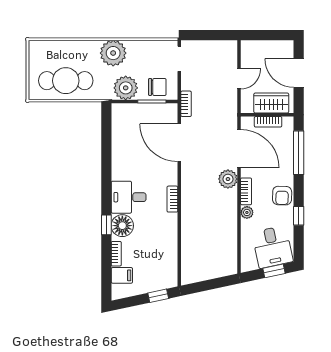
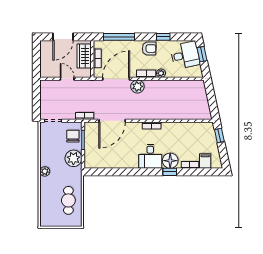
plant: (113, 53) -> (45, 171), width x0.53, depth x0.53
cafe table: (66, 81) -> (68, 200), width x0.73, depth x0.74

